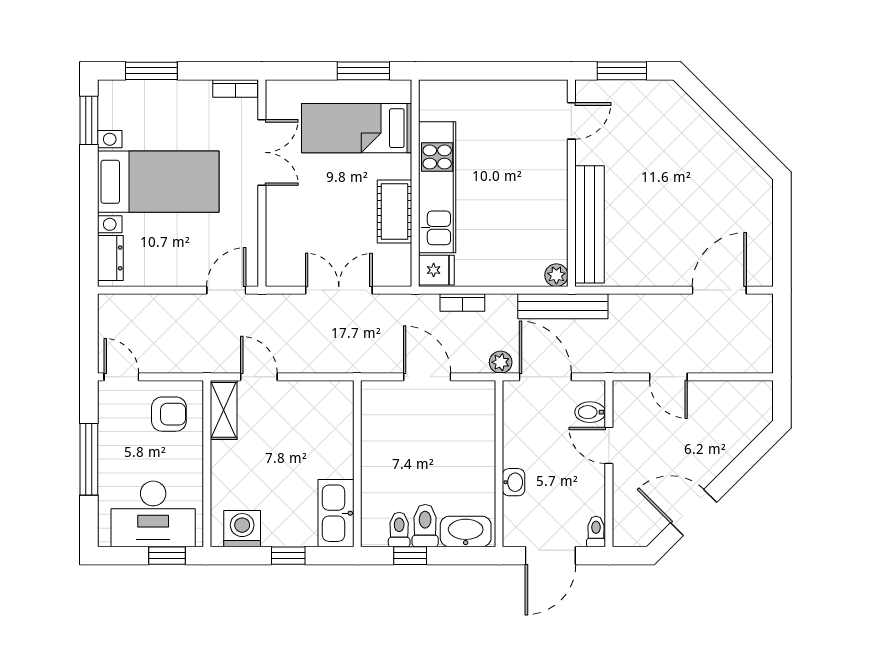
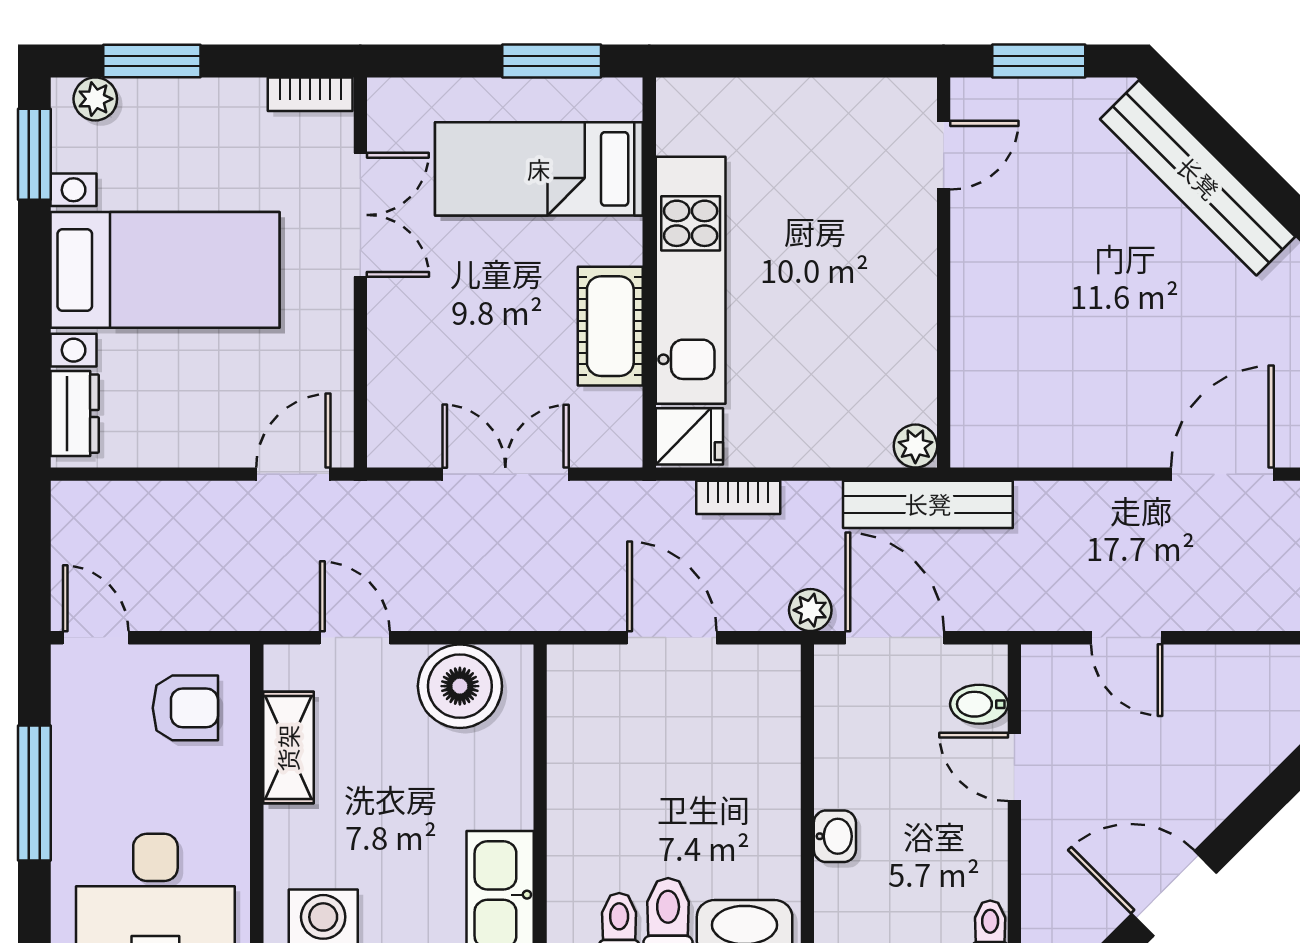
plant: (121, 91) -> (95, 99), added
bench: (589, 224) -> (1198, 178), moved, turned -45
boiler: (315, 403) -> (460, 686), added
shelving: (224, 410) -> (288, 748), moved

